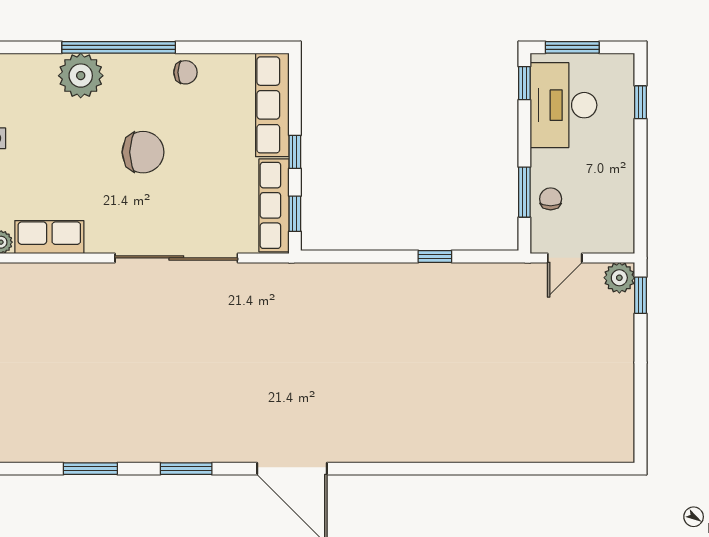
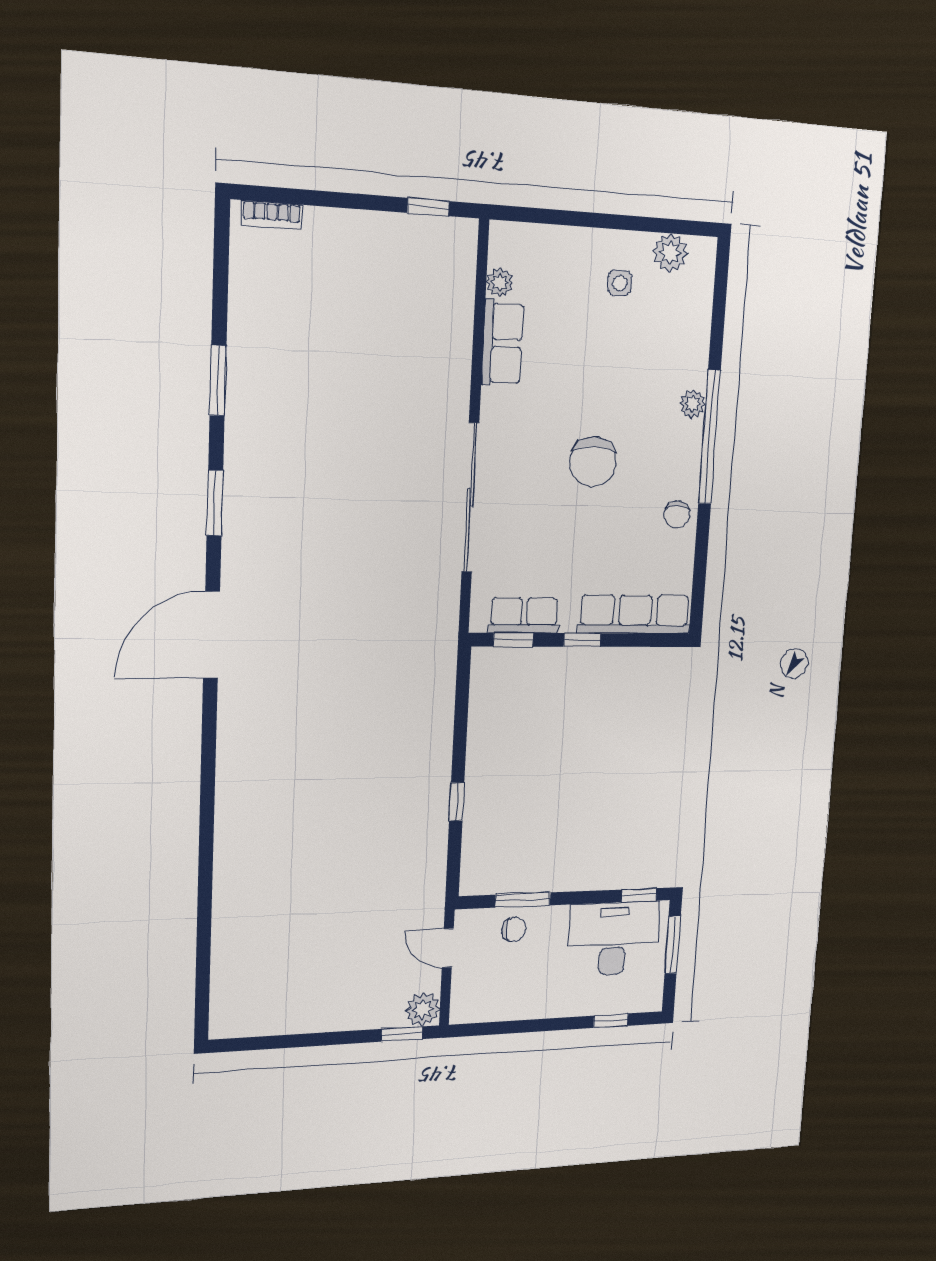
plant: (81, 76) -> (693, 404), width x0.53, depth x0.53
row of seats: (274, 205) -> (524, 615), width x0.68

